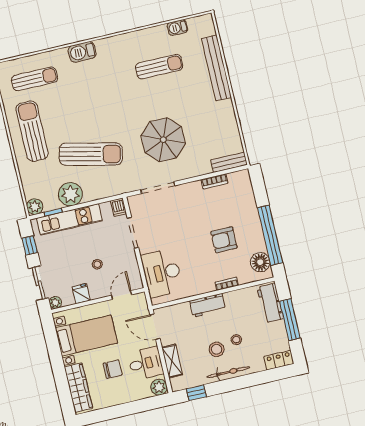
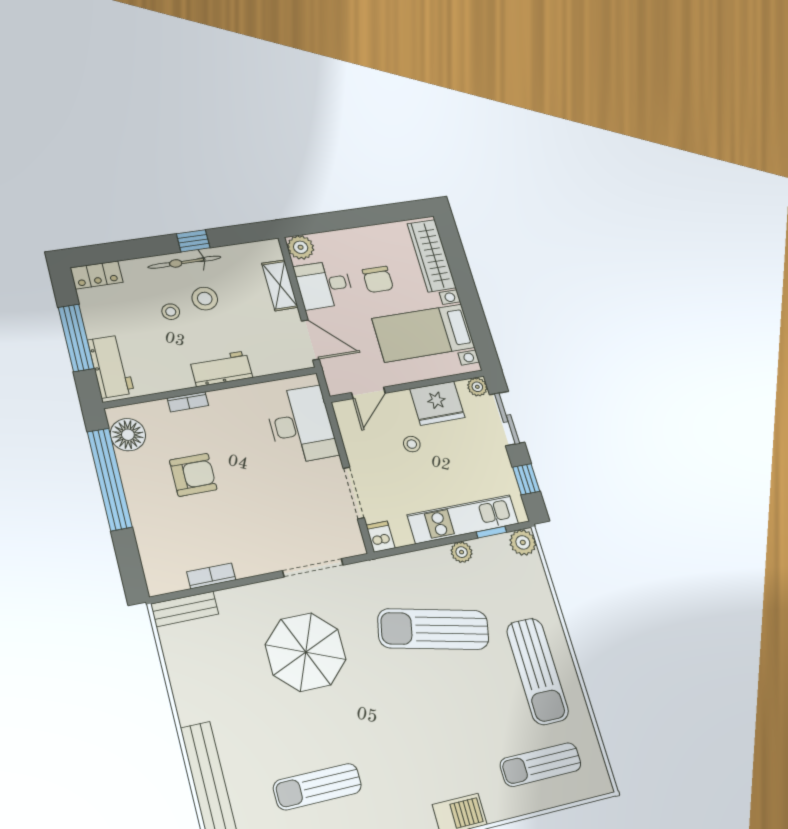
plant: (70, 194) -> (462, 552), width x0.53, depth x0.53
fridge: (81, 294) -> (437, 403), width x1.88, depth x1.34
chair: (113, 369) -> (378, 279), turned -90
window: (196, 393) -> (193, 241), moved

